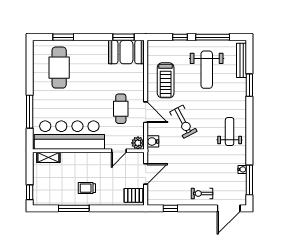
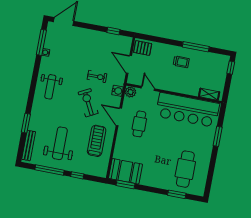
window: (30, 112) -> (218, 136), width x0.69
door: (119, 151) -> (148, 88), hinge flipped
door: (146, 174) -> (129, 64), hinge flipped
exercise bike: (202, 193) -> (97, 77), moved

